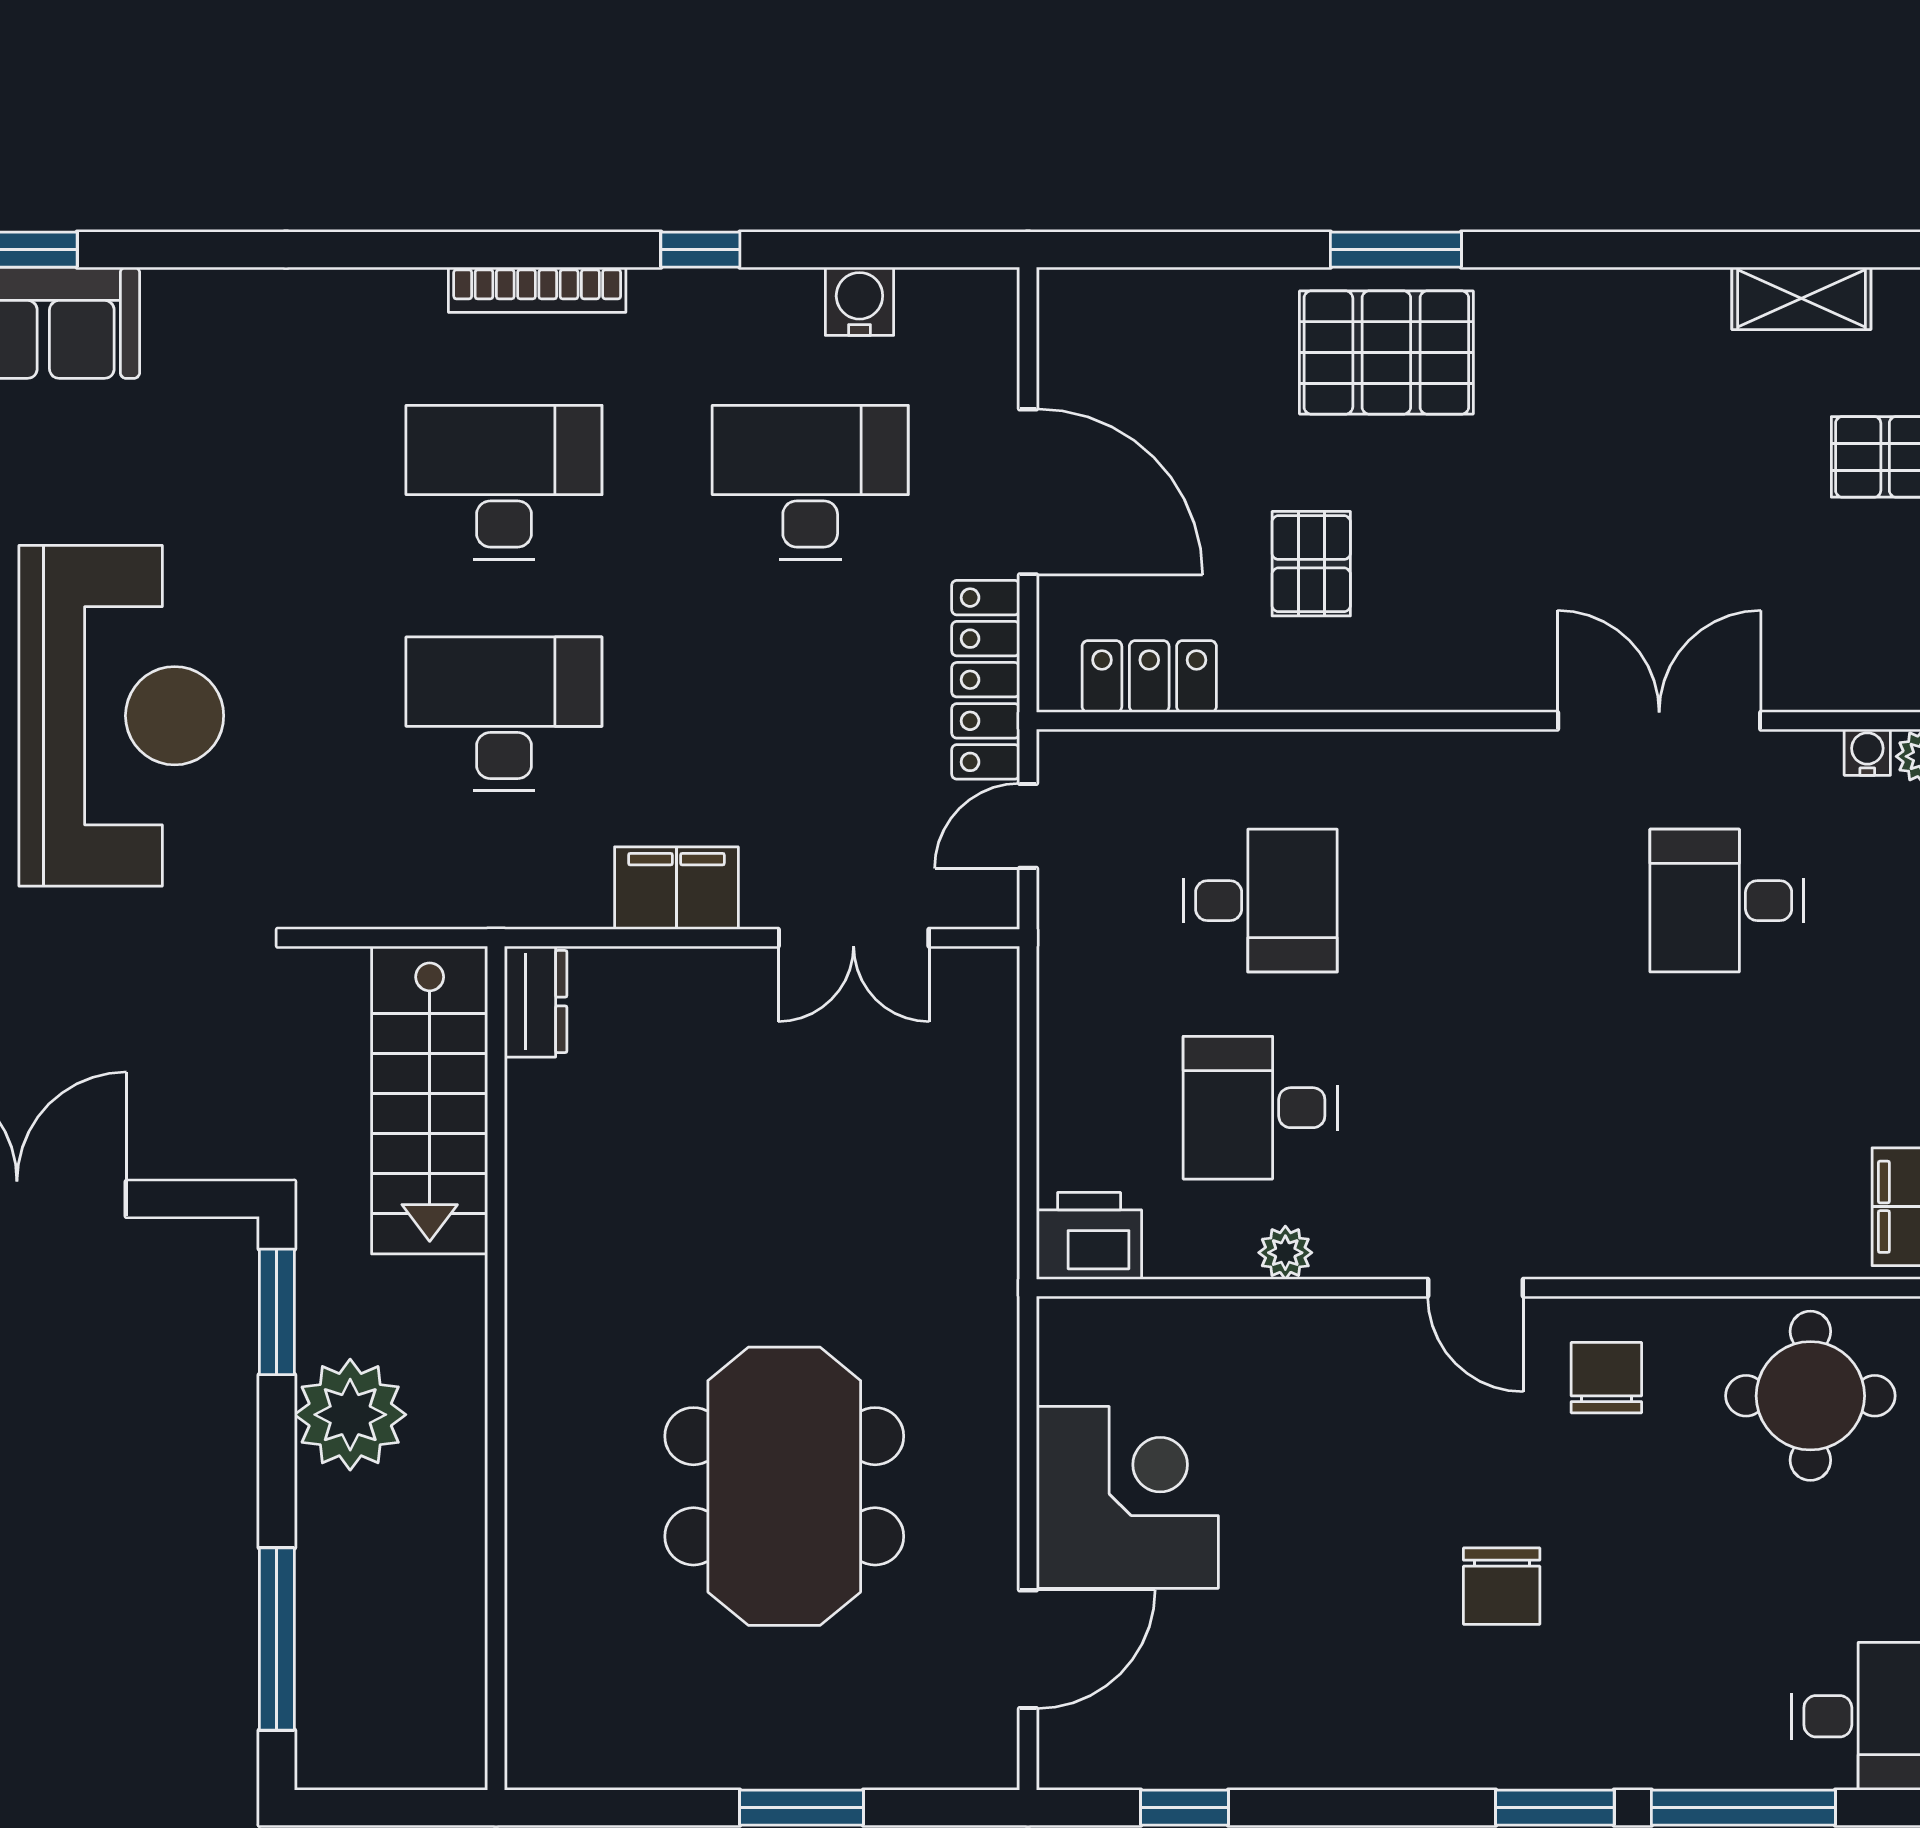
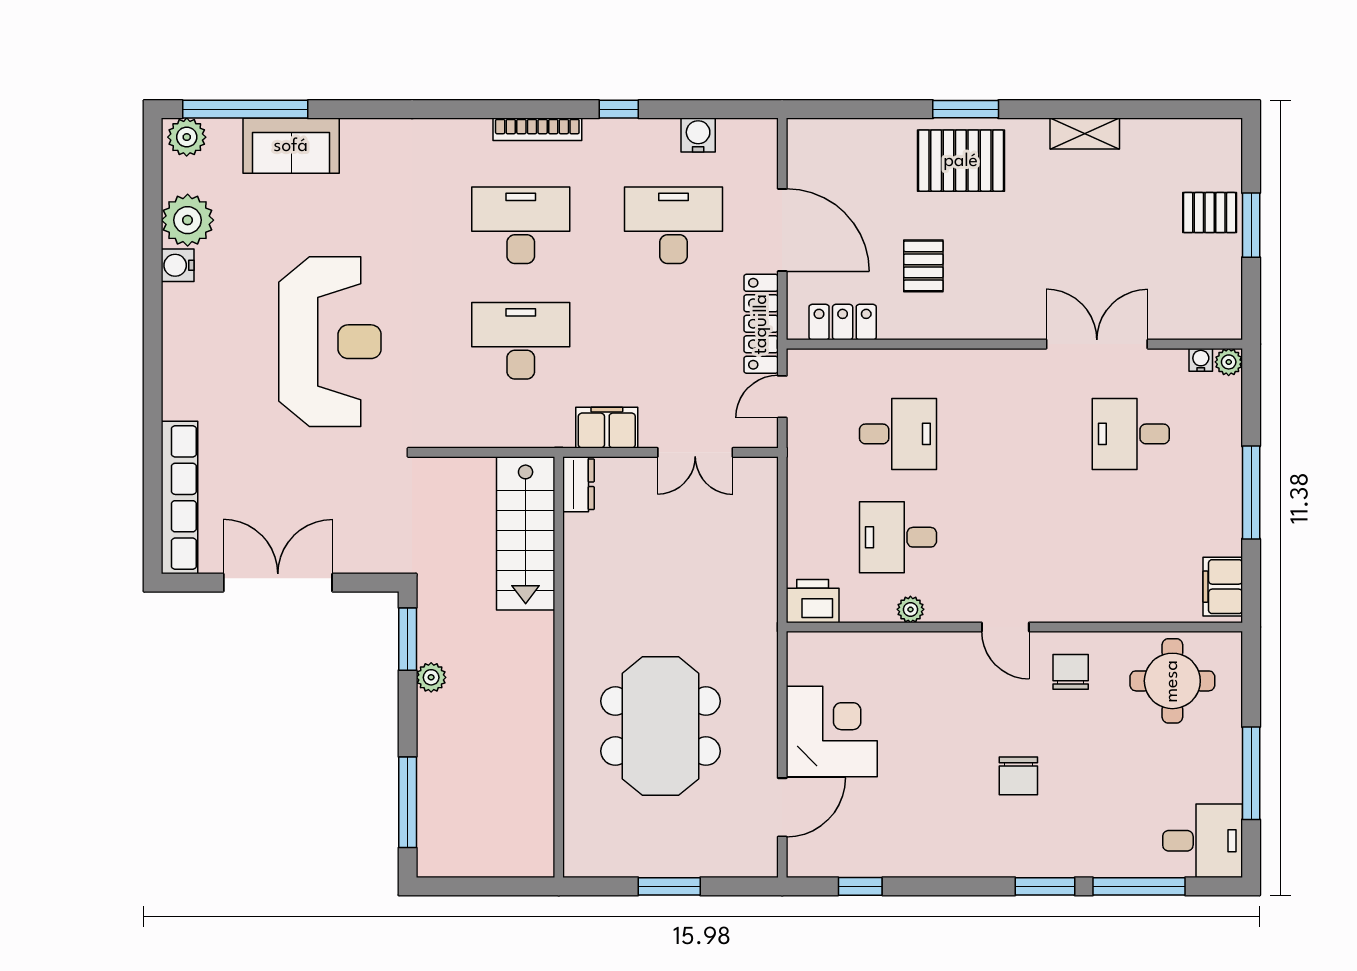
shelving: (1801, 298) -> (1085, 134), moved
dresser: (536, 1002) -> (578, 484), moved
stairs: (430, 1100) -> (526, 533), moved
wall: (496, 1368) -> (559, 667), moved
plant: (350, 1415) -> (431, 677), width x0.53, depth x0.53

